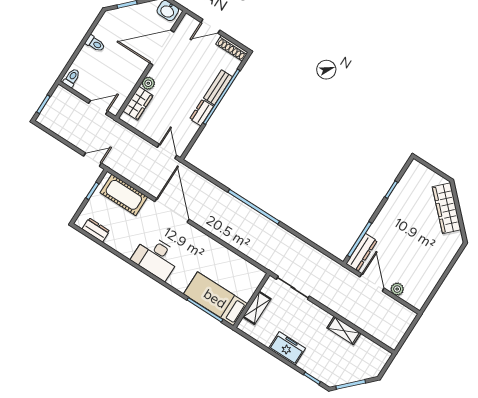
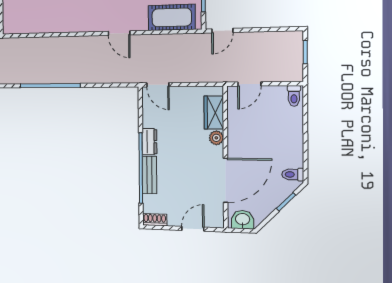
toilet: (95, 44) -> (293, 174), moved
shoe rack: (232, 48) -> (155, 220), width x0.70
door: (172, 210) -> (119, 33), width x0.53

